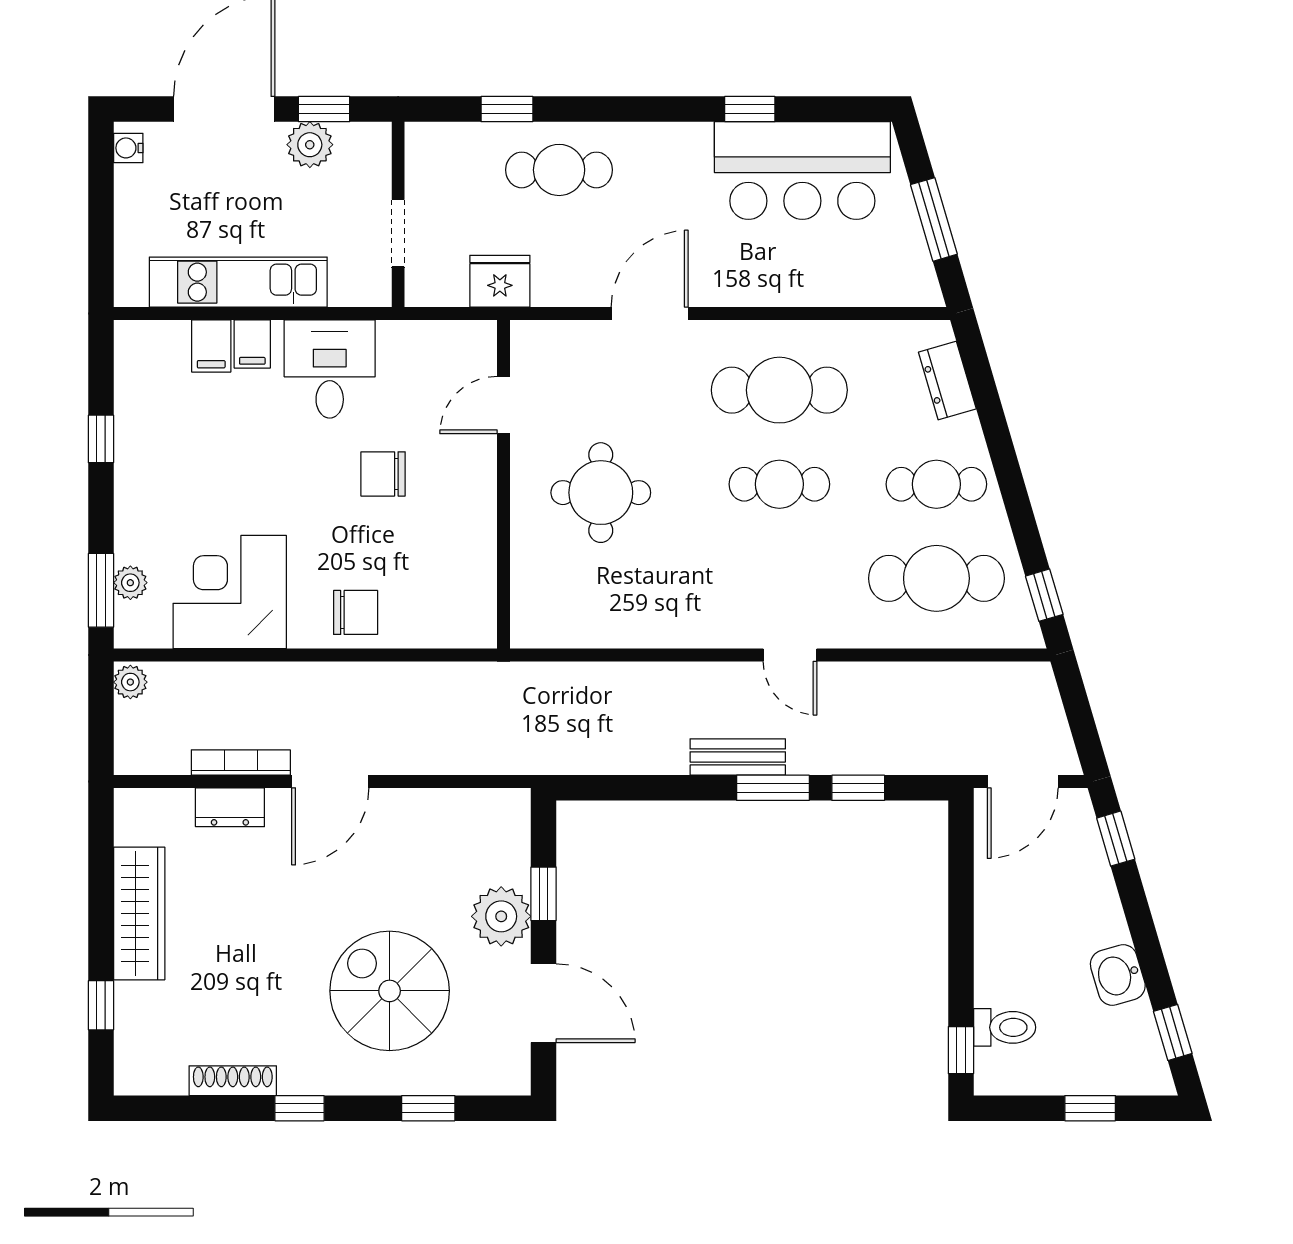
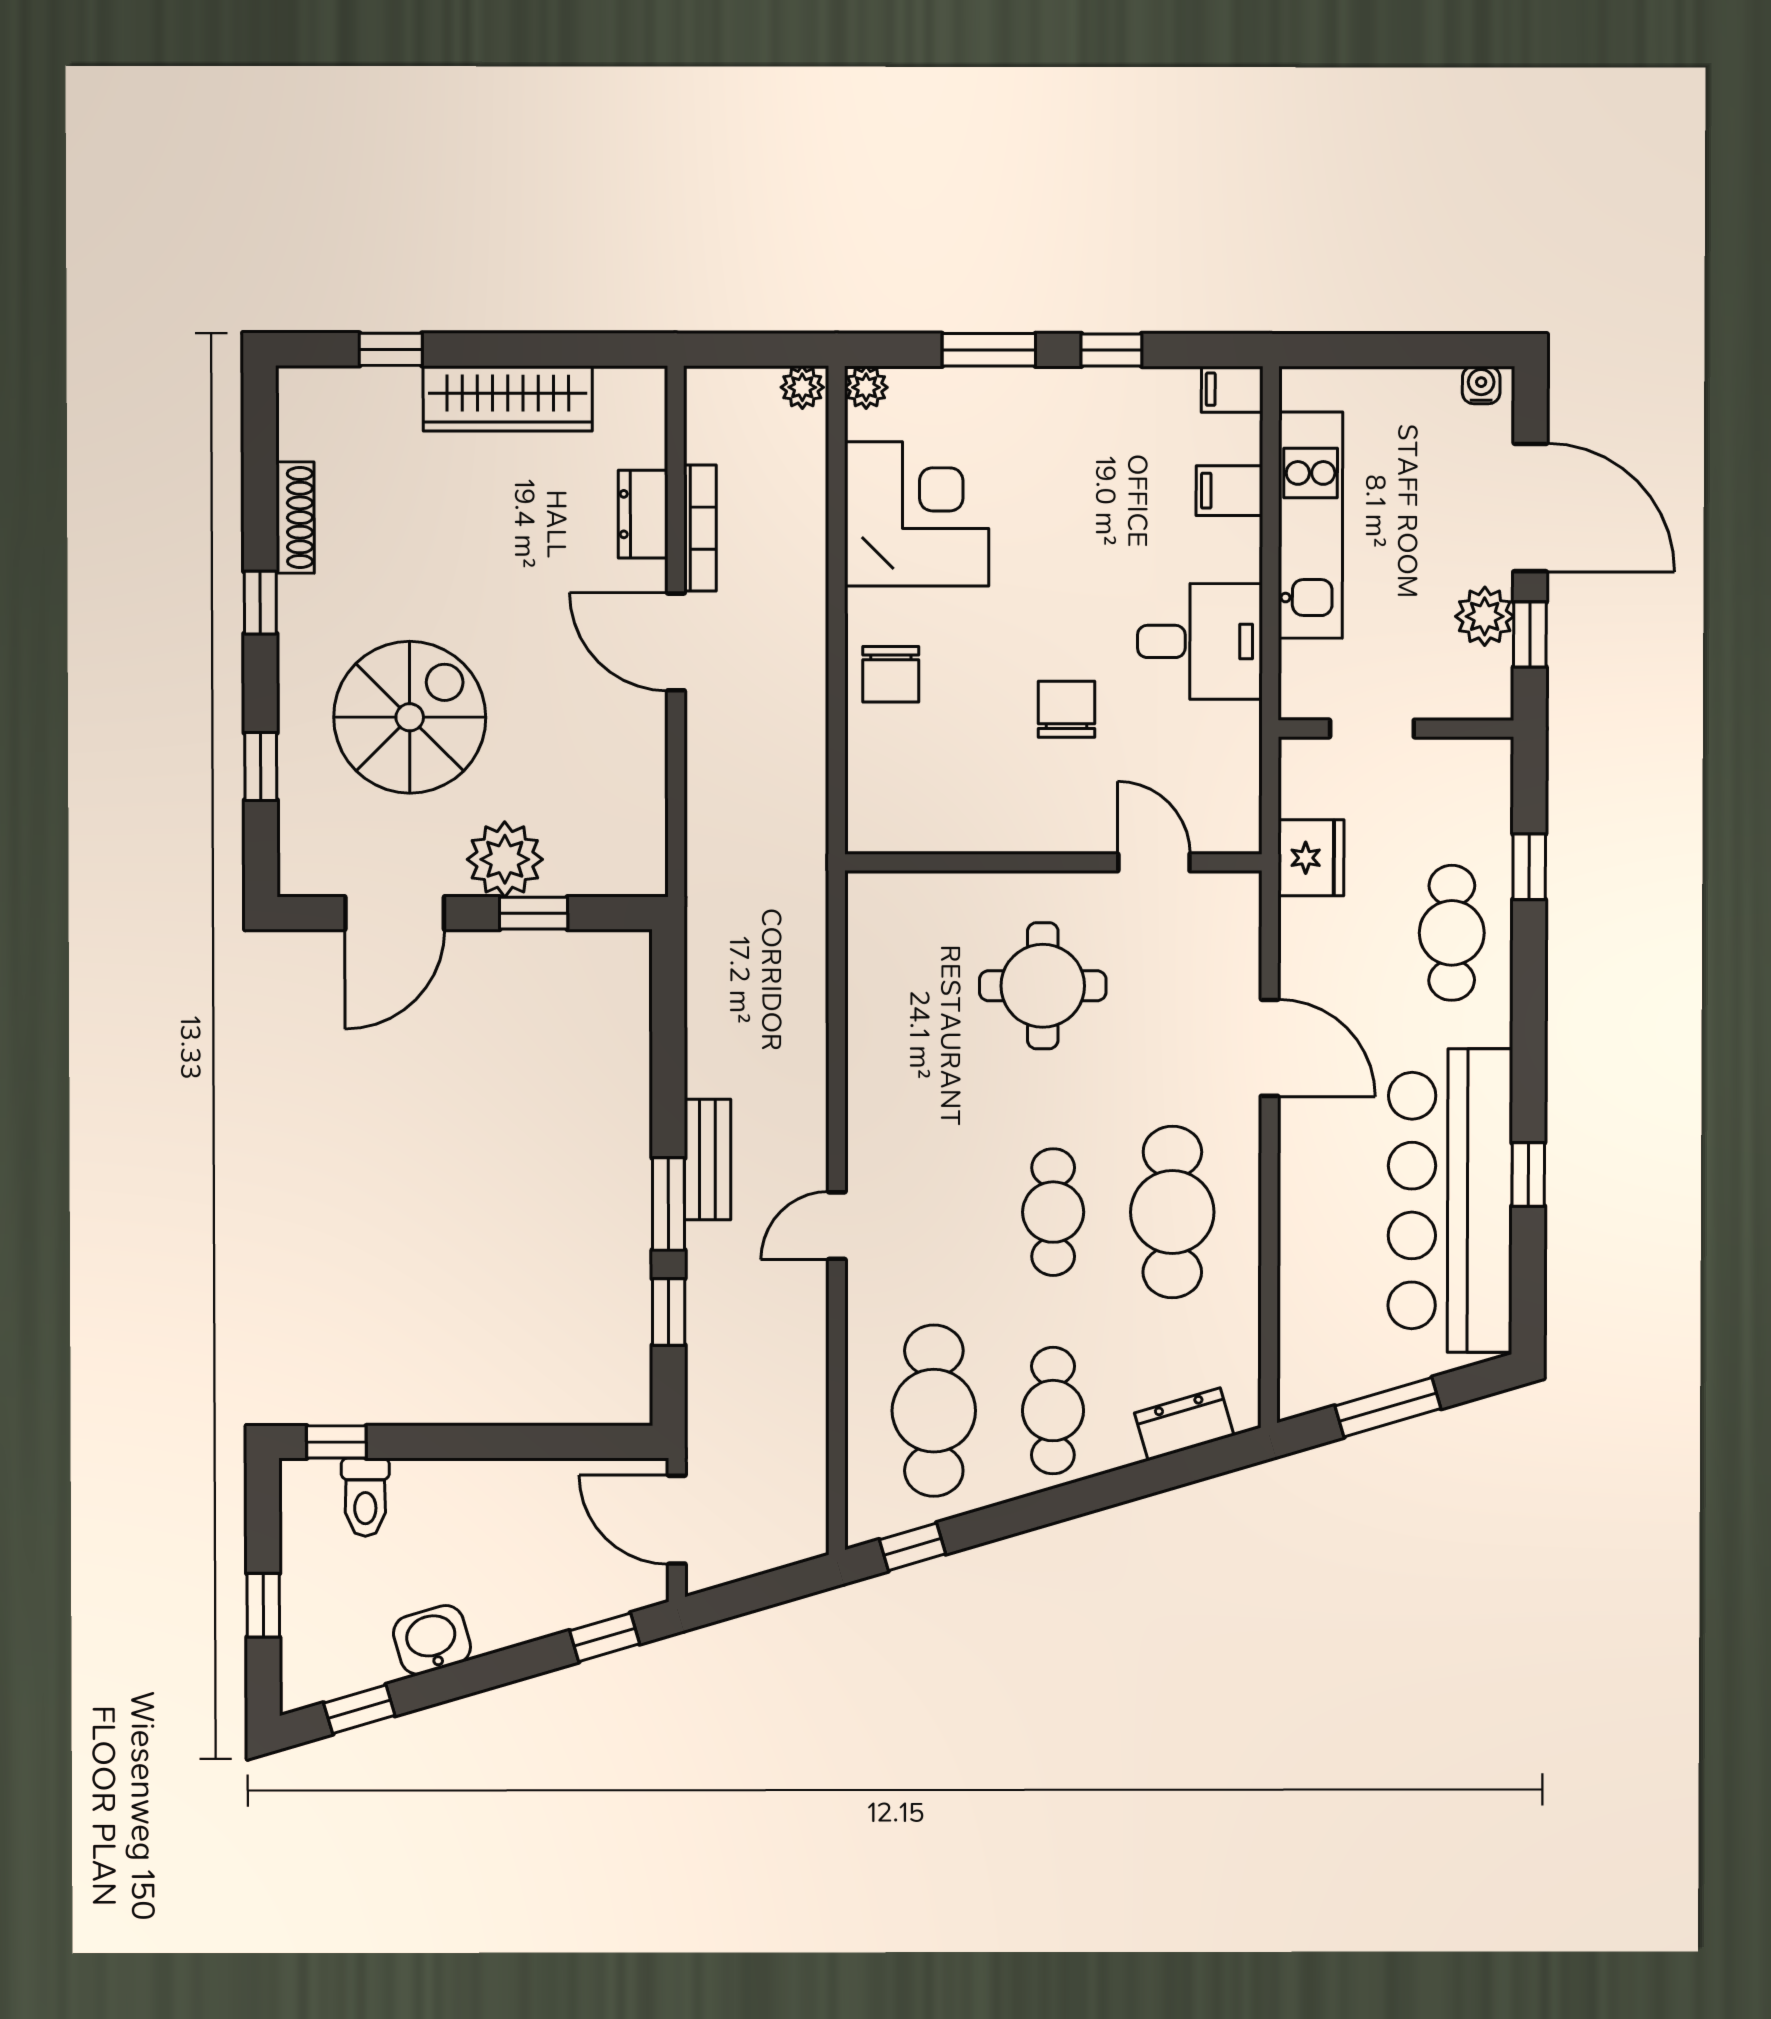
bar counter: (802, 171) -> (1450, 1201), width x1.36
filing cabinet: (252, 344) -> (1232, 389), moved
plant: (130, 583) -> (866, 387), moved
window: (101, 590) -> (989, 350), moved

